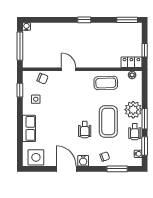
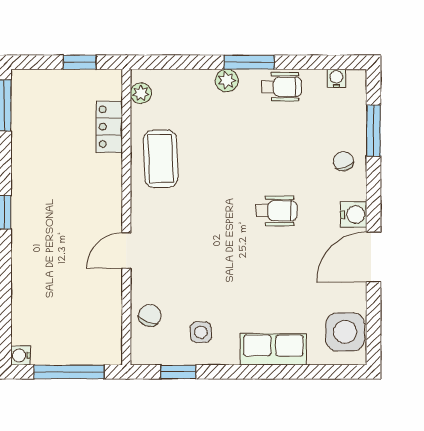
locker: (131, 62) -> (109, 127), moved
plant: (133, 110) -> (227, 80), width x0.53, depth x0.53
coffee table: (108, 121) -> (256, 152), removed
window: (145, 146) -> (317, 62), removed

